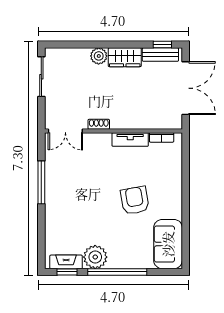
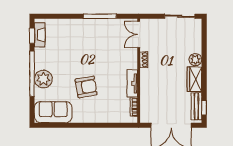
plant: (95, 257) -> (43, 79), moved

